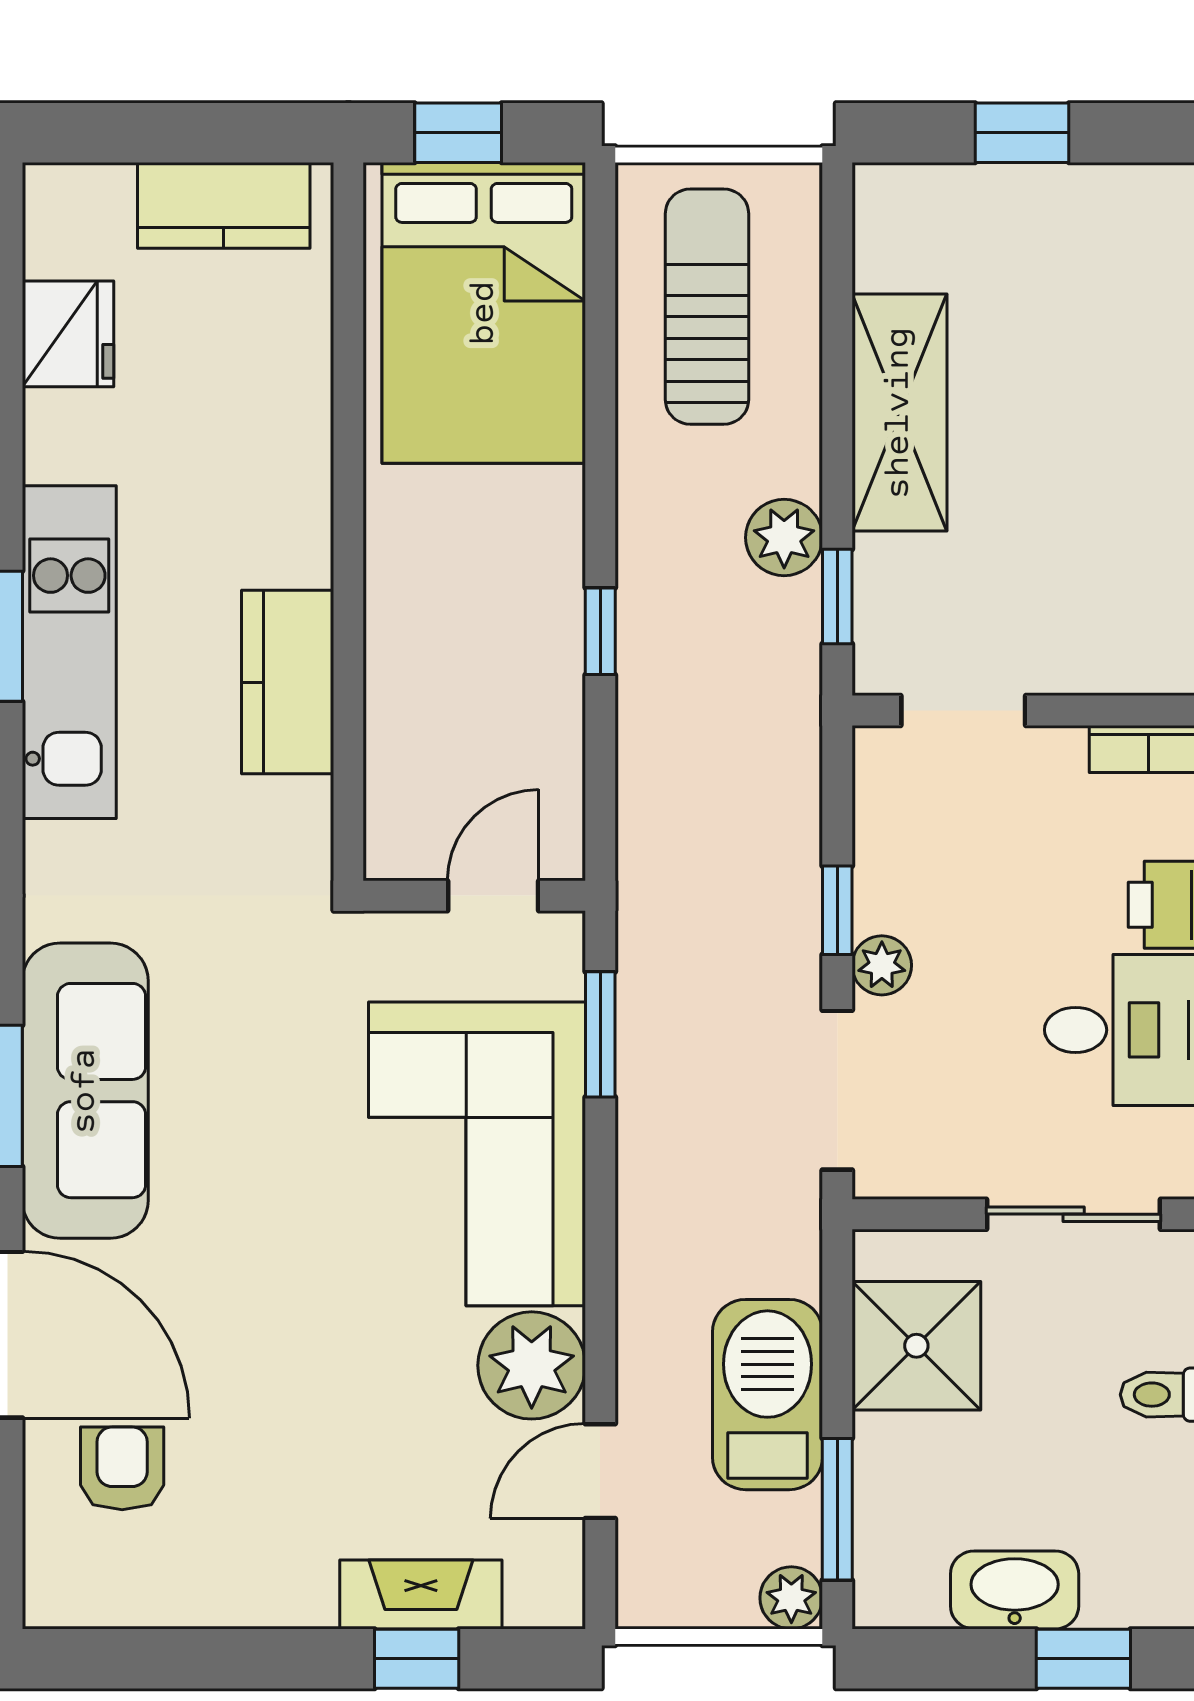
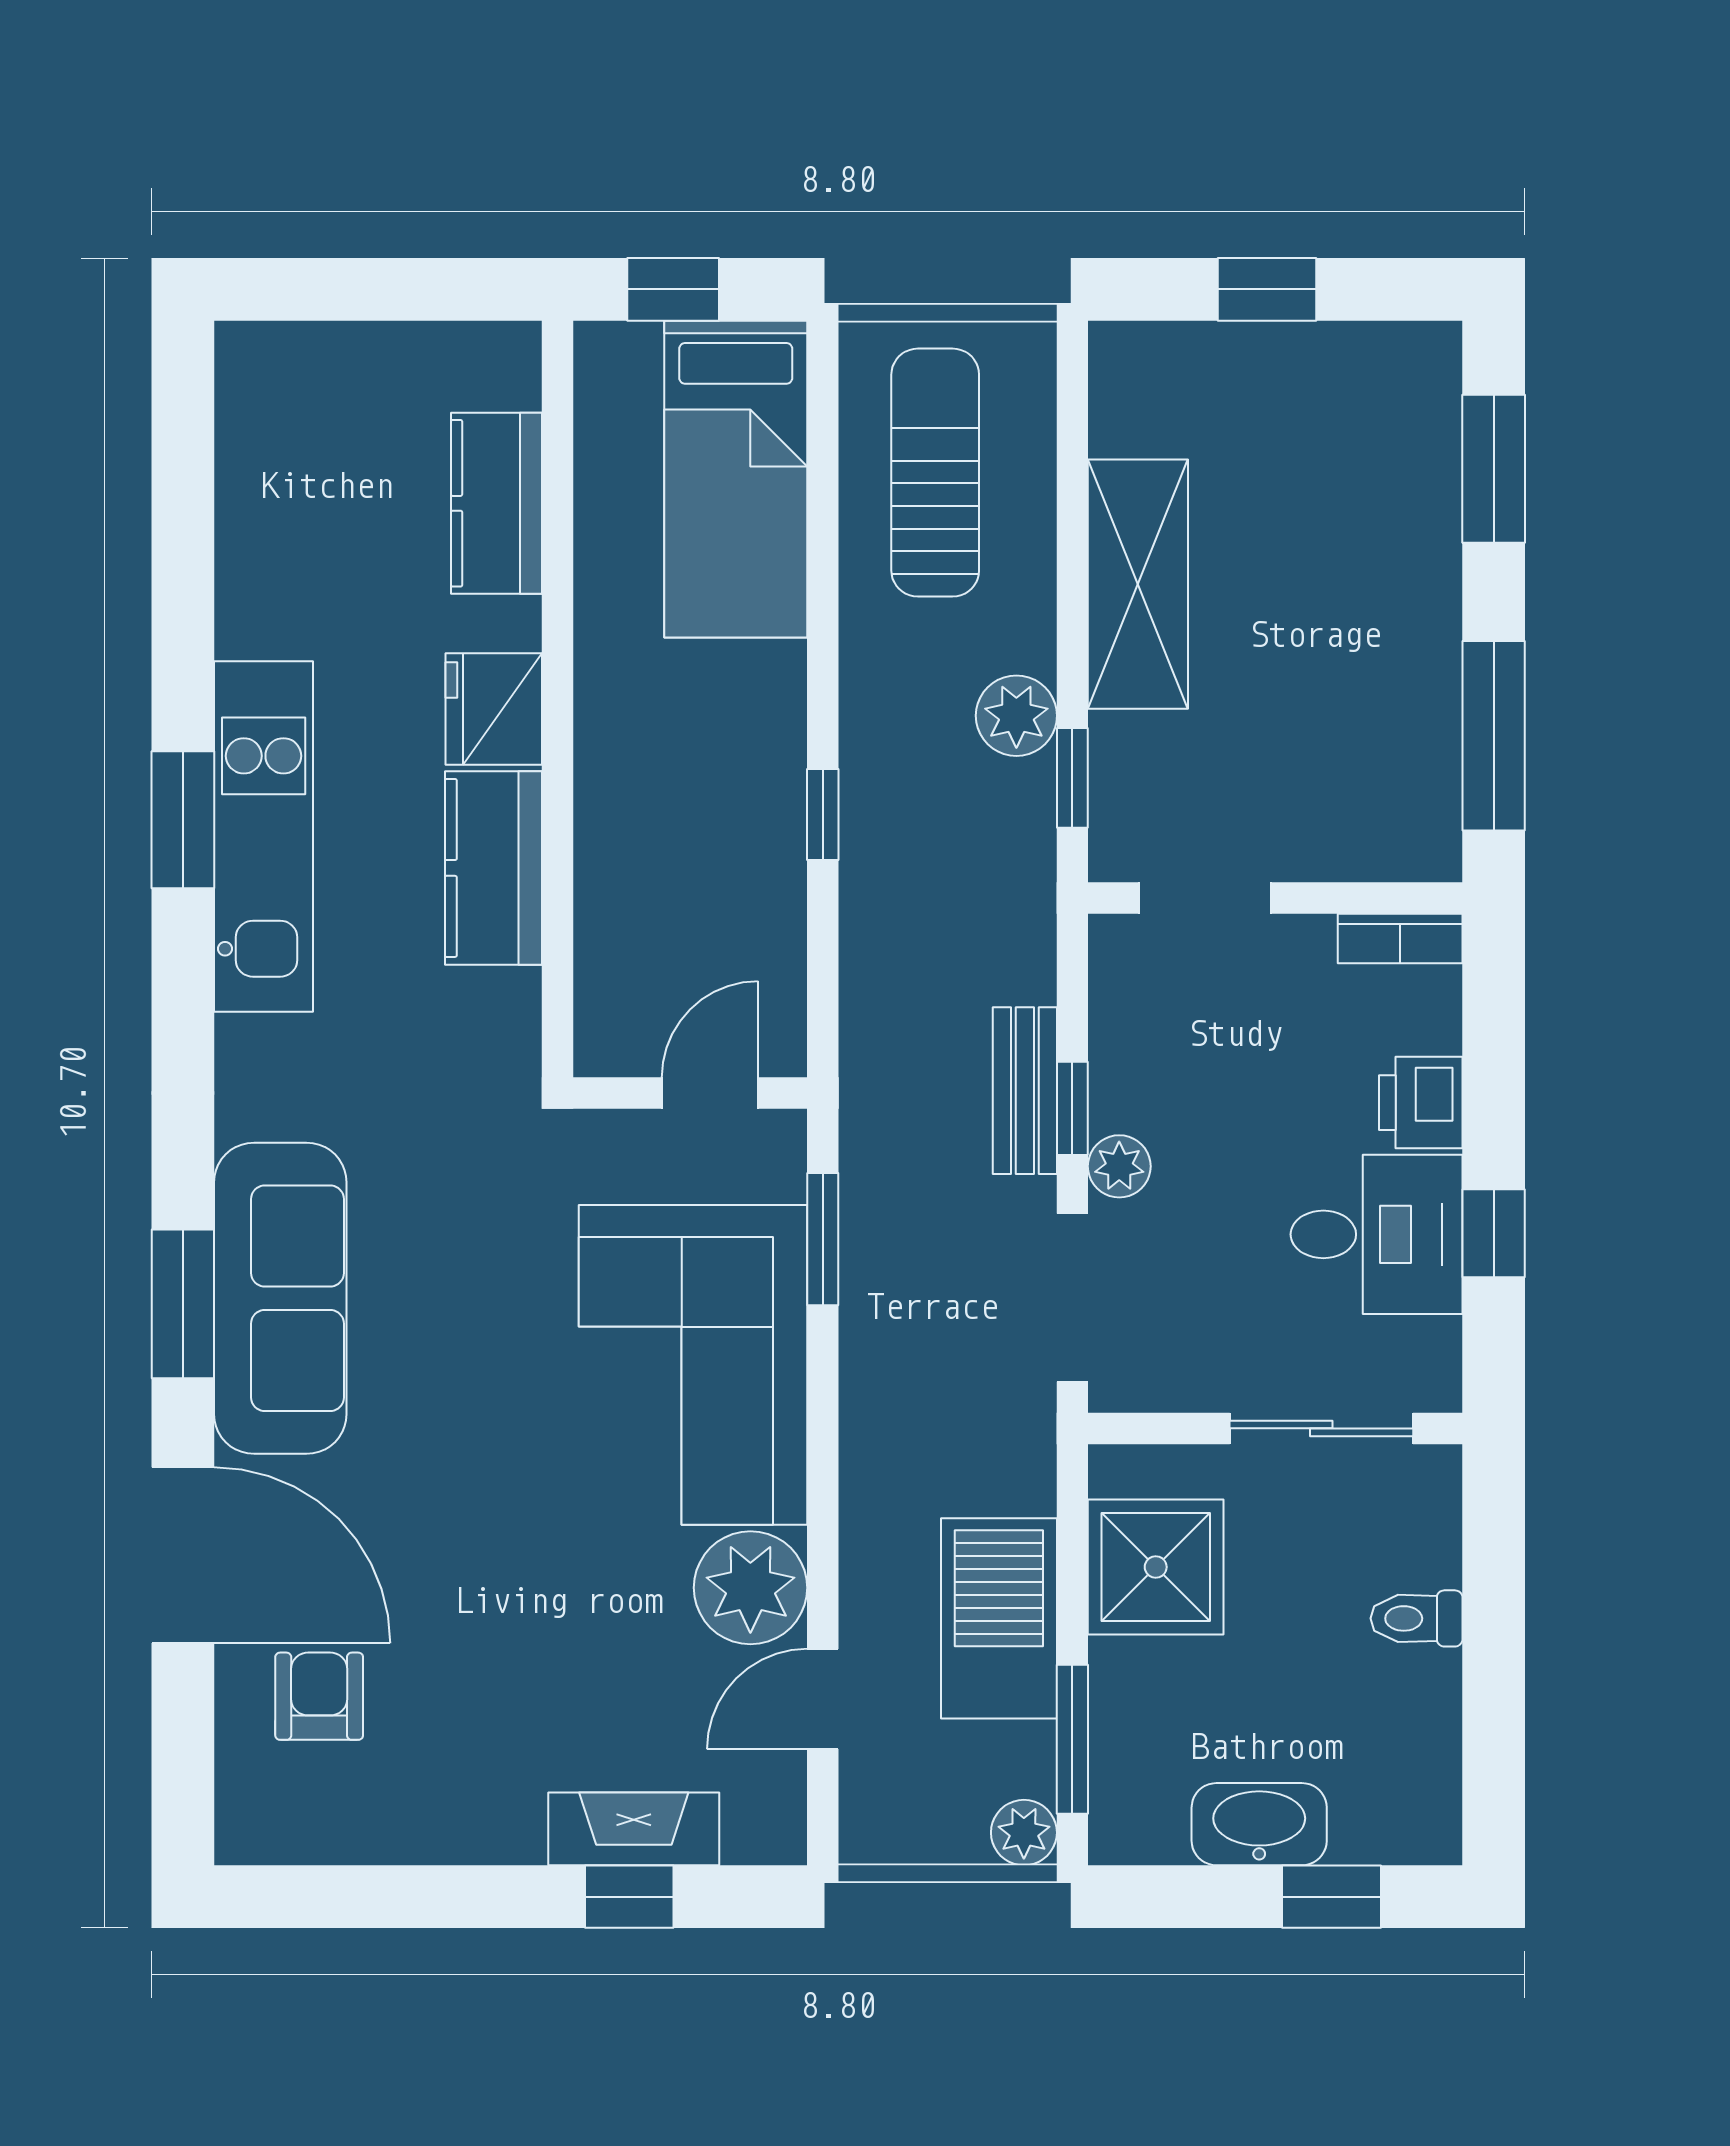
kitchen counter: (224, 205) -> (496, 503), moved, turned 90
bed: (484, 313) -> (736, 479), width x0.67
fridge: (68, 334) -> (494, 709), moved, turned 180
bench: (792, 893) -> (1025, 1091), added

